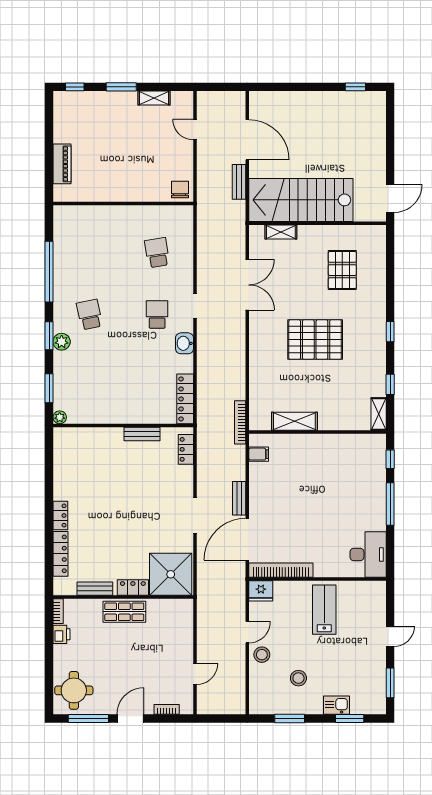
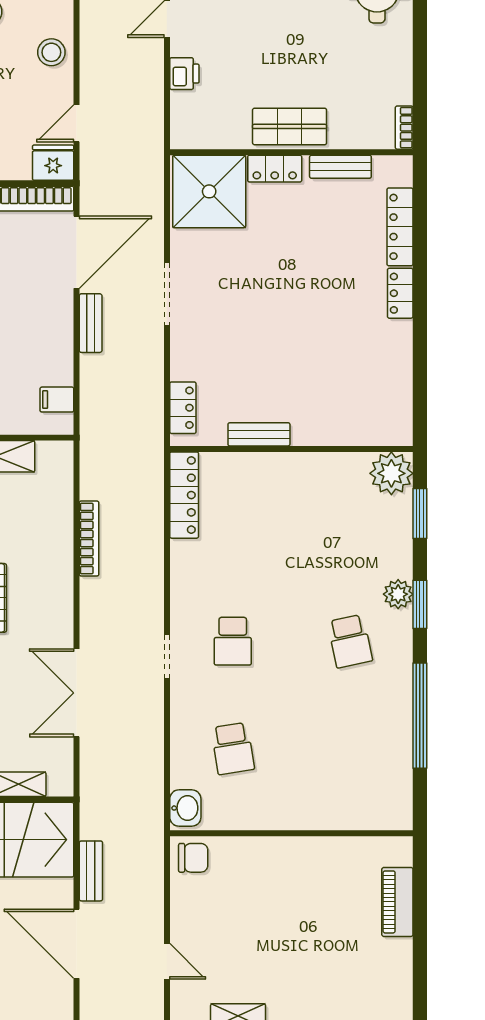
chair: (180, 189) -> (193, 858), turned -90
washbasin: (184, 343) -> (185, 808), moved
plant: (60, 417) -> (391, 473), width x1.87, depth x1.87
bookcase: (240, 422) -> (89, 539), moved
door: (247, 632) -> (77, 123), moved
printer: (62, 634) -> (184, 74), moved, turned 180

